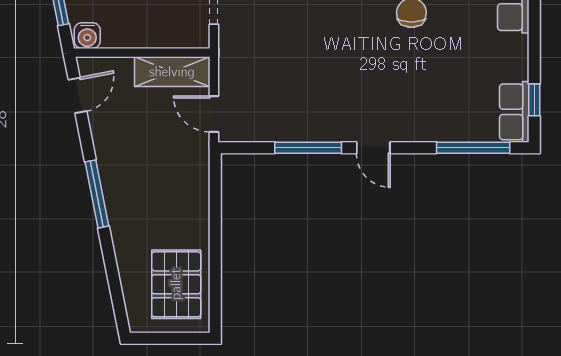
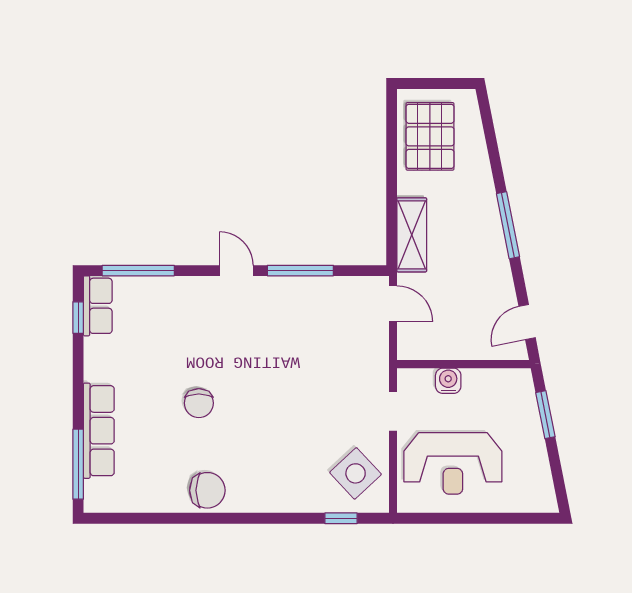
water cooler: (87, 36) -> (448, 381), moved
shelving: (172, 72) -> (412, 235), moved, turned 90

